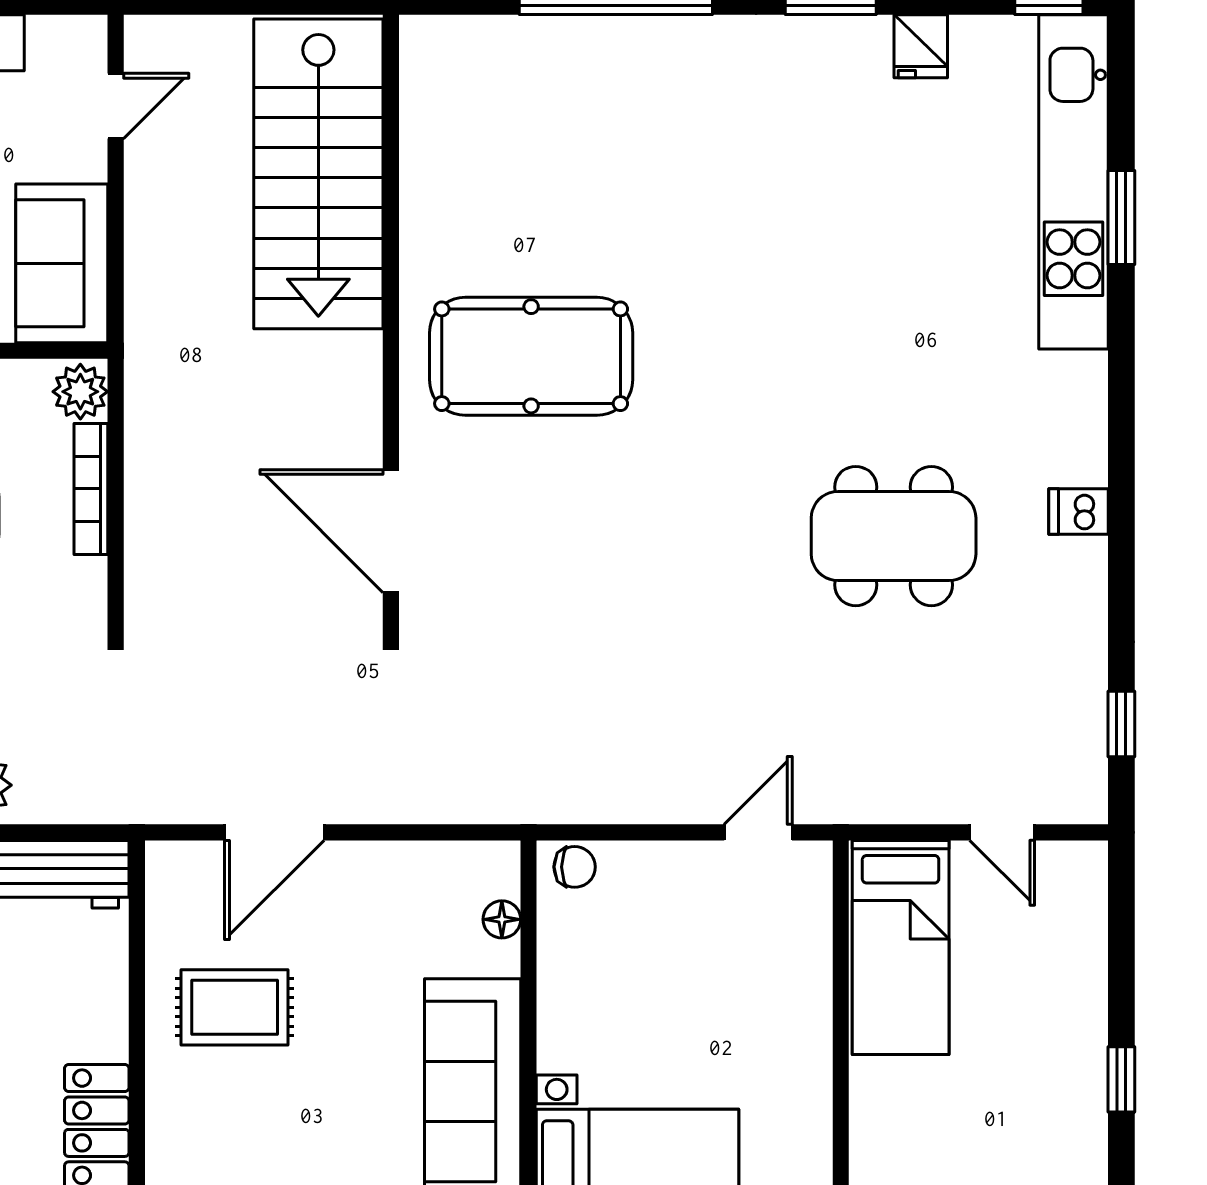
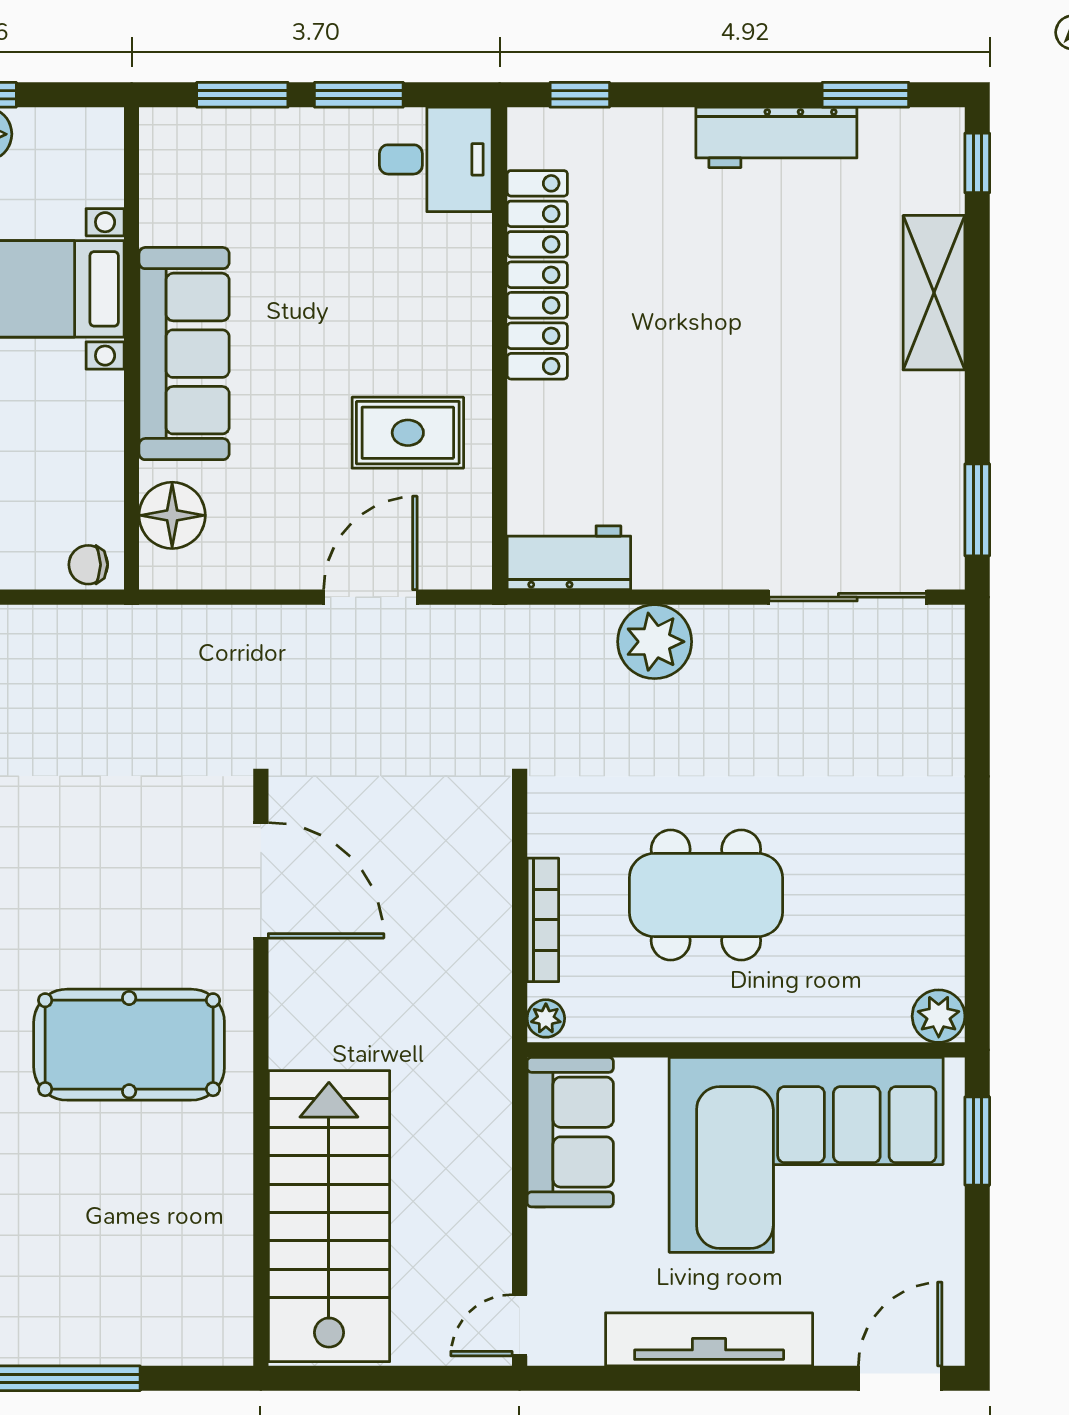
door: (116, 106) -> (520, 1325), moved
plant: (80, 392) -> (546, 1018), width x0.73, depth x0.73
floor lamp: (502, 919) -> (172, 515), width x1.89, depth x1.89

